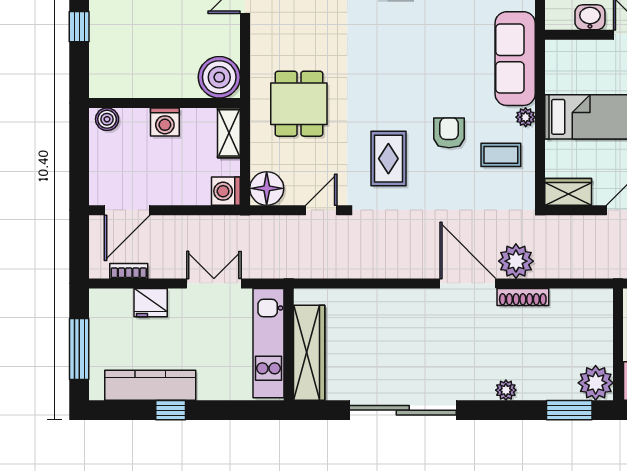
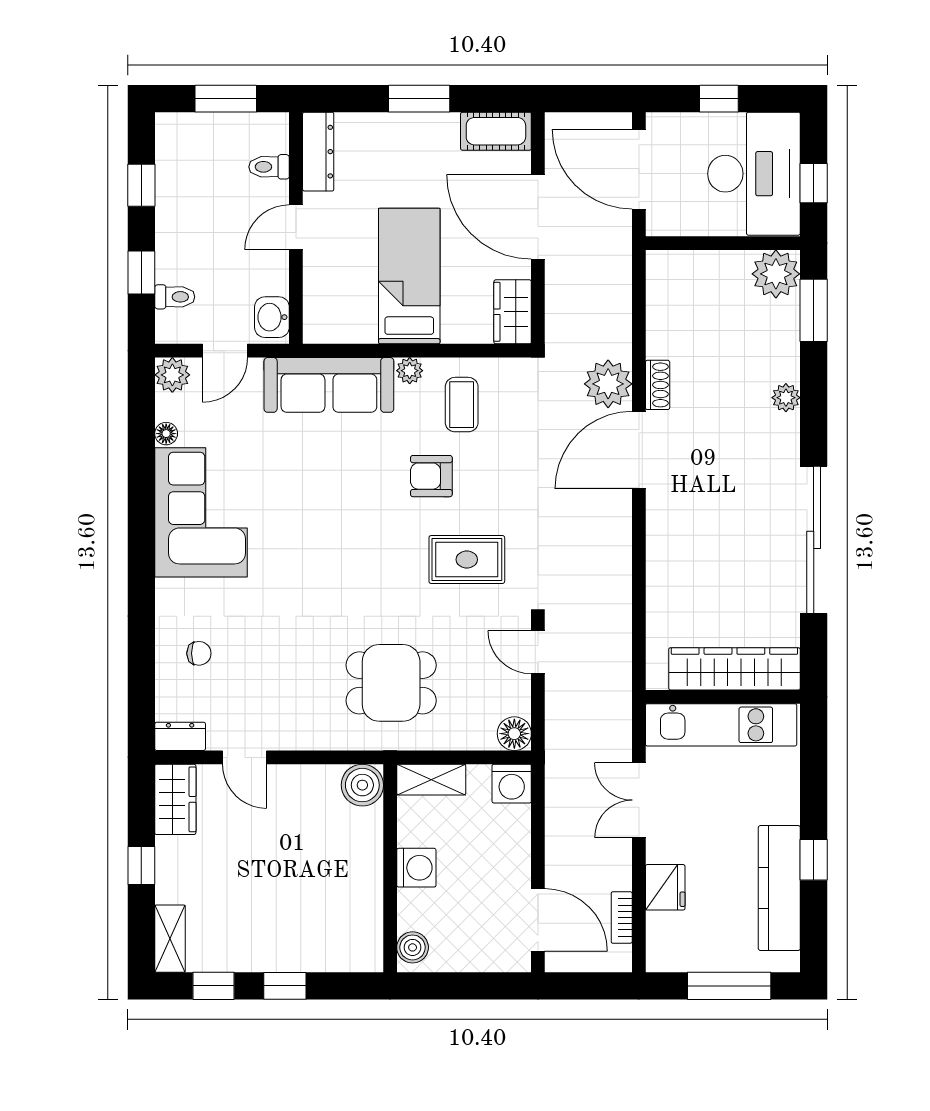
washbasin: (590, 17) -> (272, 317), moved
boiler: (219, 77) -> (362, 785), width x0.73, depth x0.73
floor lamp: (267, 188) -> (514, 734), width x0.73, depth x0.73
shoe rack: (523, 297) -> (658, 385), width x0.70

